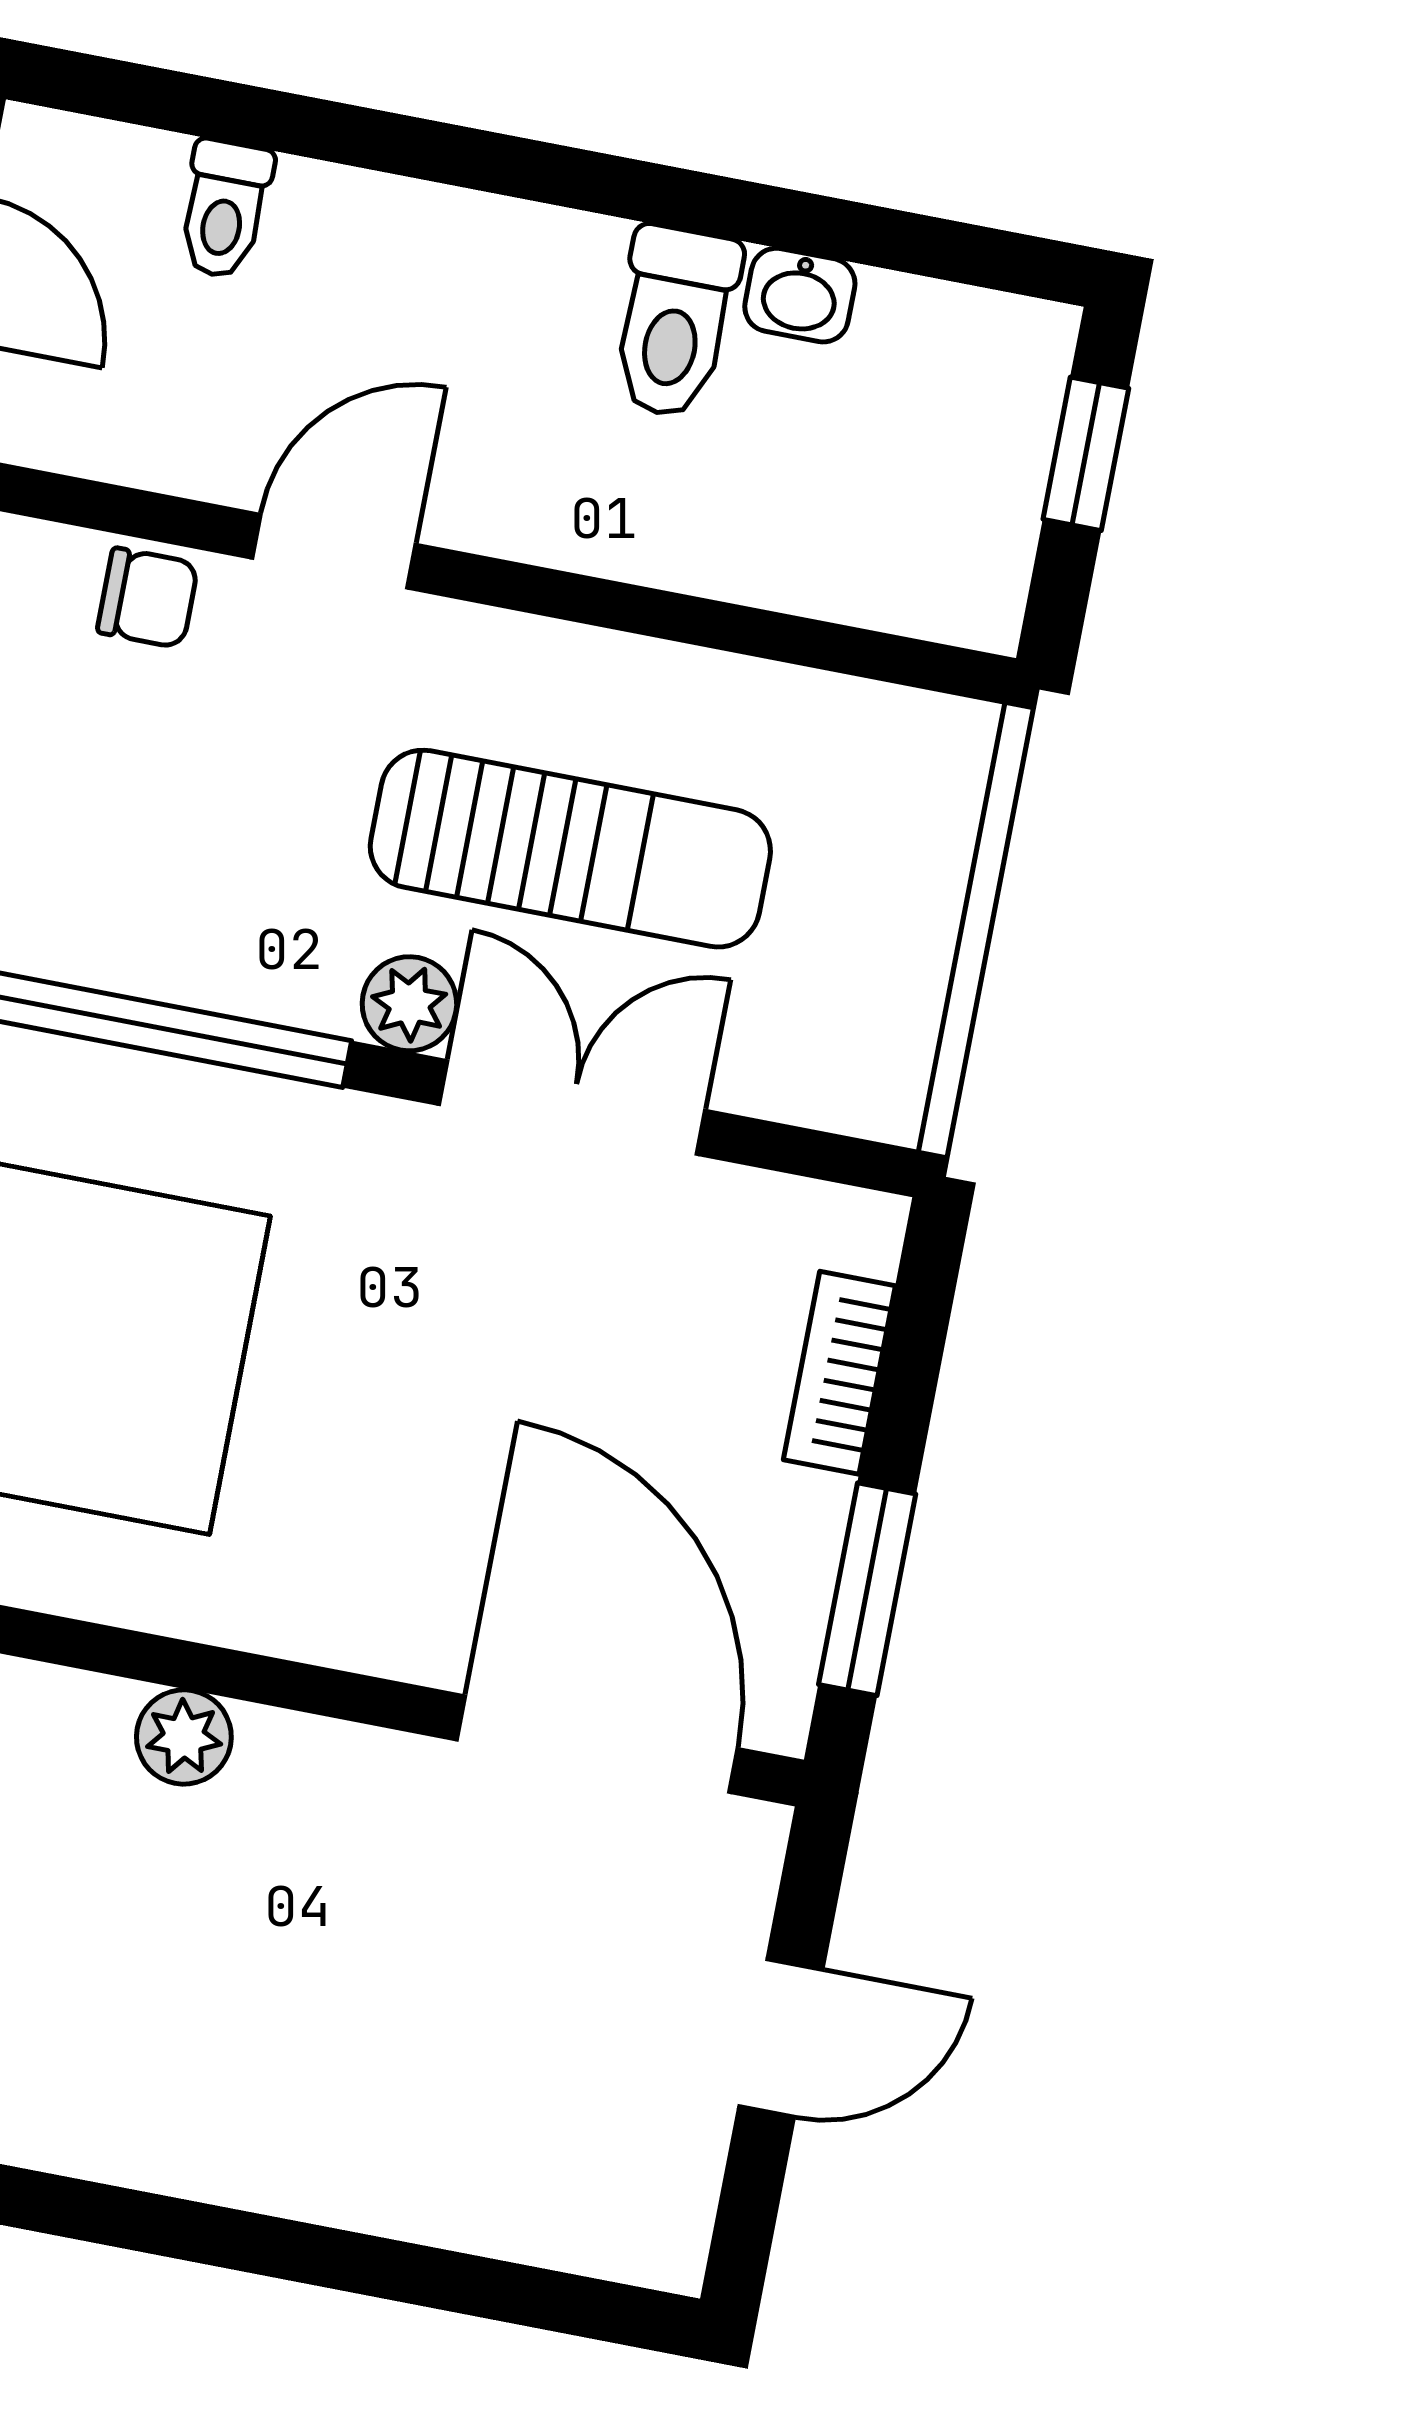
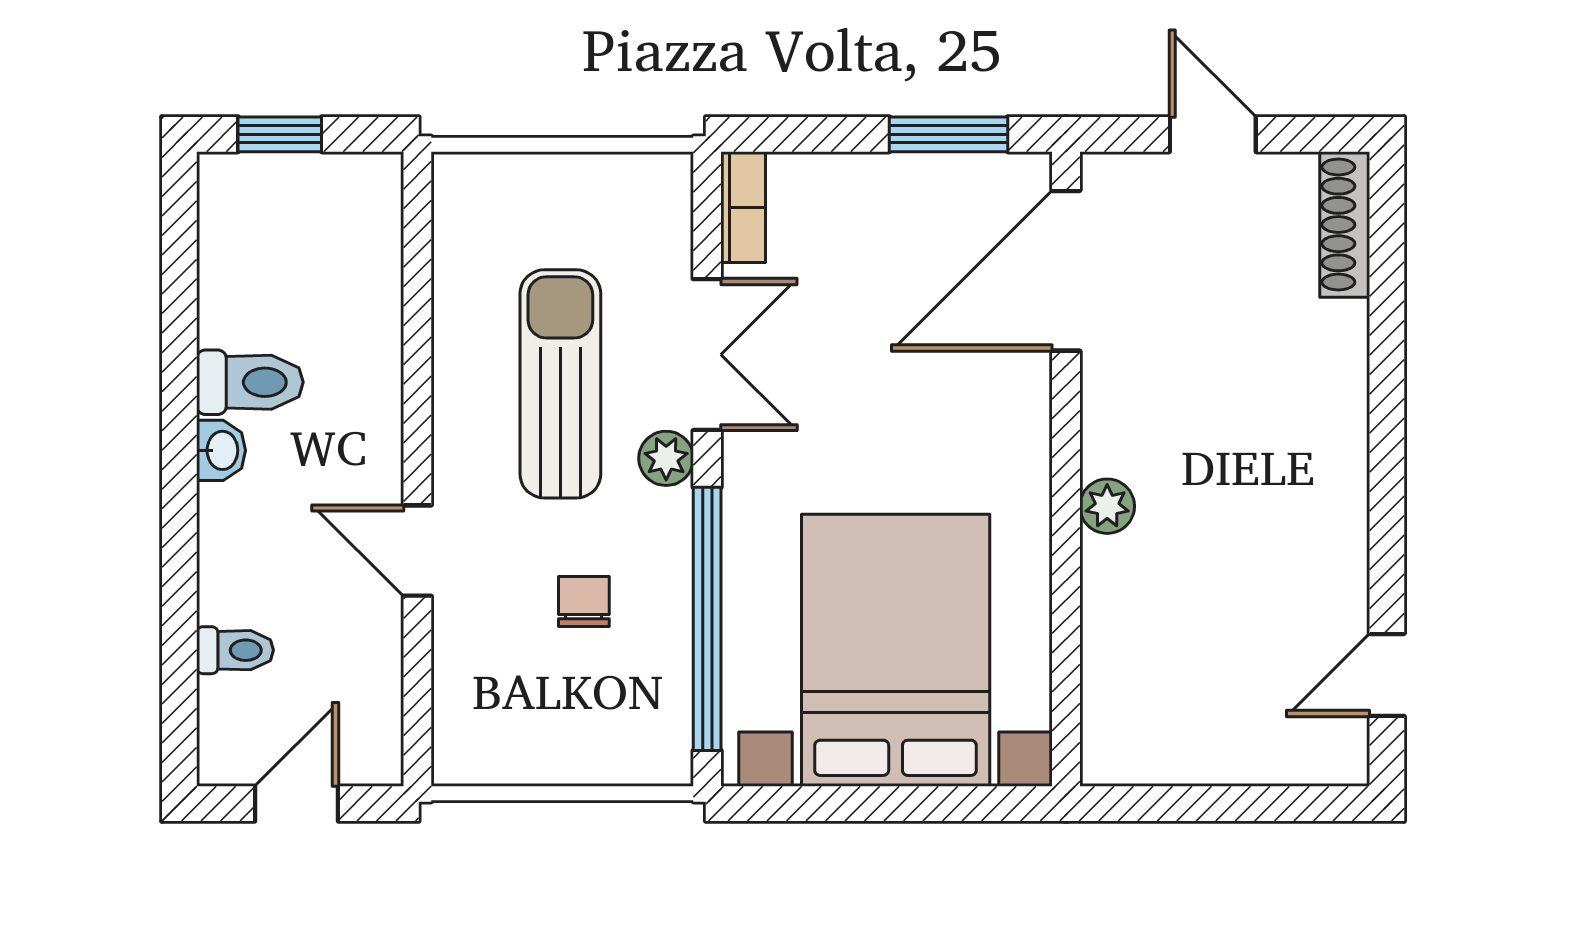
washbasin: (800, 295) -> (221, 450), moved
chair: (148, 598) -> (584, 602), moved
double door: (572, 1107) -> (707, 355), swing flipped
bookcase: (839, 1373) -> (743, 207), moved, turned -90
shoe rack: (584, 2233) -> (1345, 225), added

